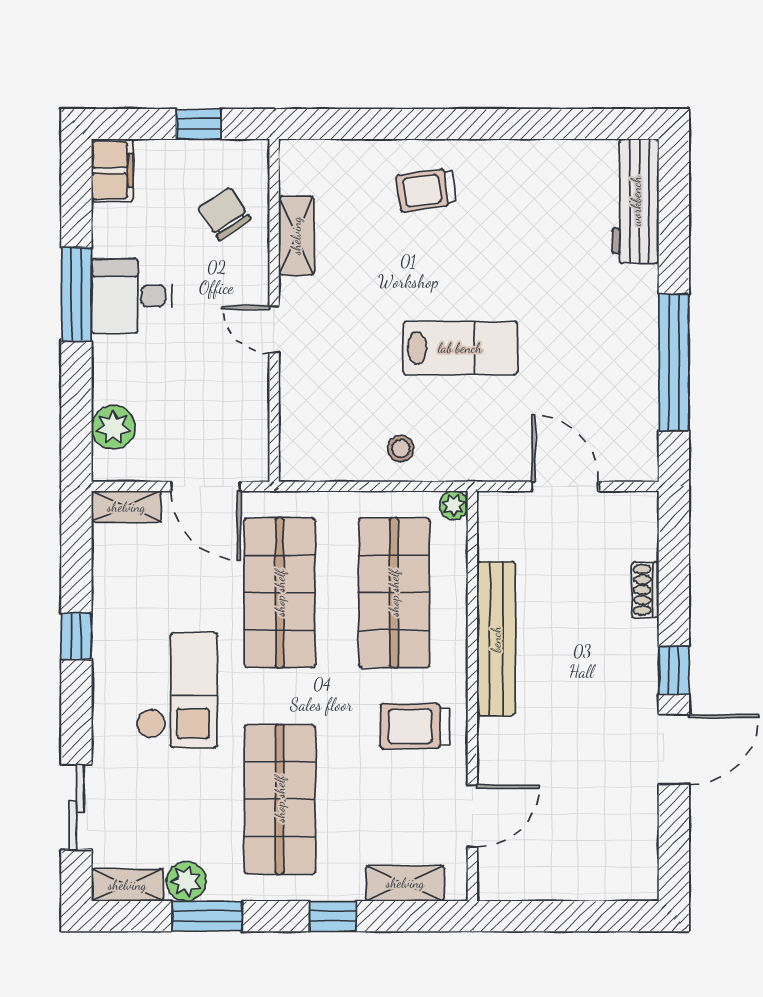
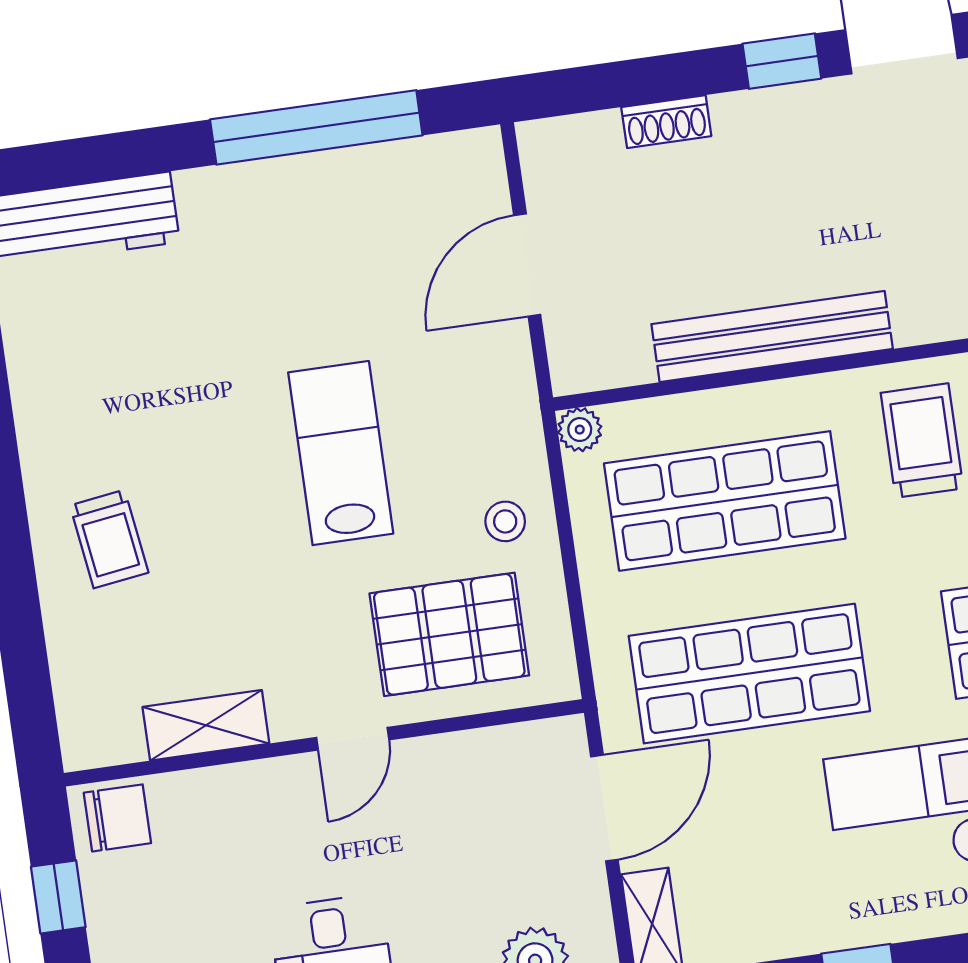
chair: (224, 214) -> (117, 818), moved, turned -146
pallet: (333, 402) -> (449, 634), added
trolley: (415, 726) -> (922, 441), turned 180

